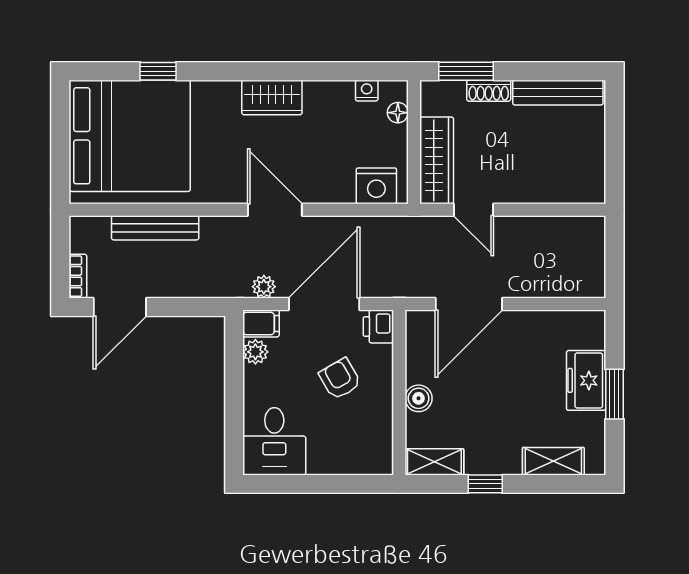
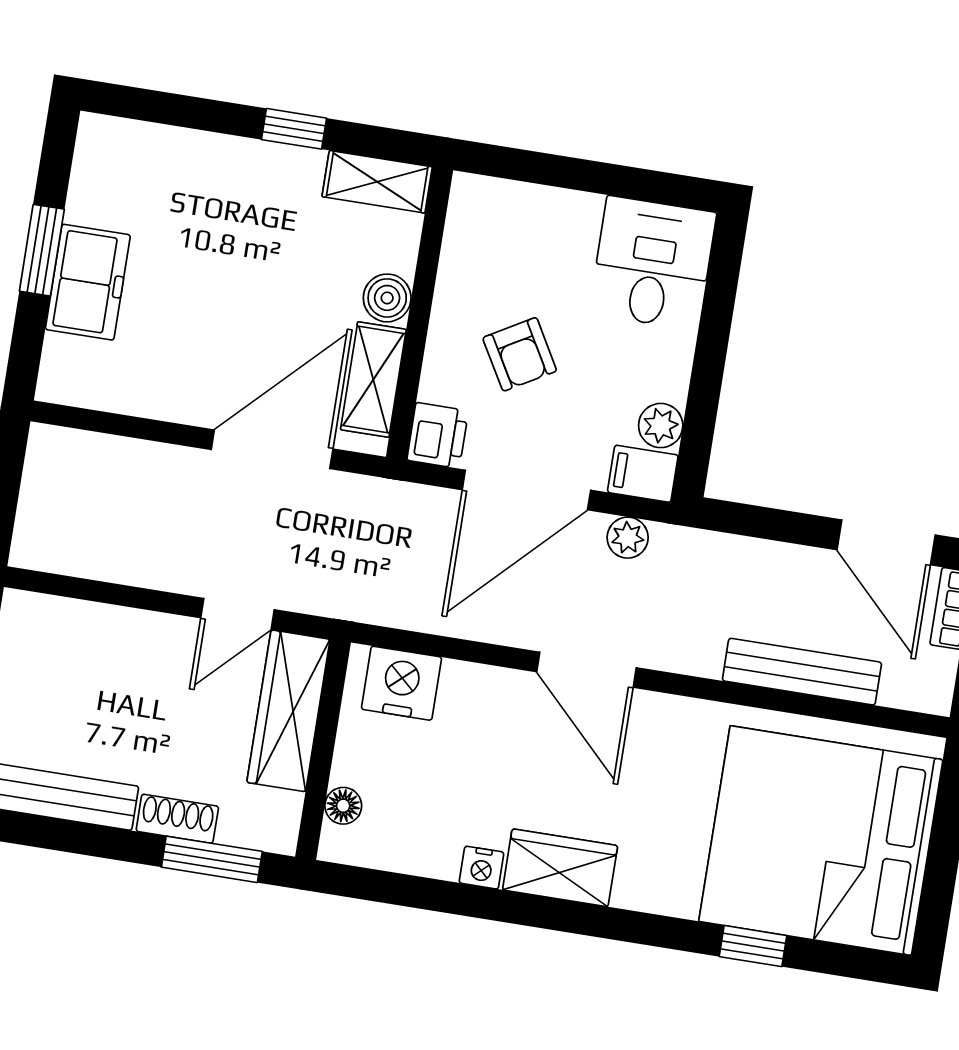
nightstand: (367, 91) -> (482, 868), moved
door: (473, 210) -> (238, 614), swing flipped
door: (120, 307) -> (886, 542), swing flipped
shelving: (553, 461) -> (373, 380), moved, turned 90

